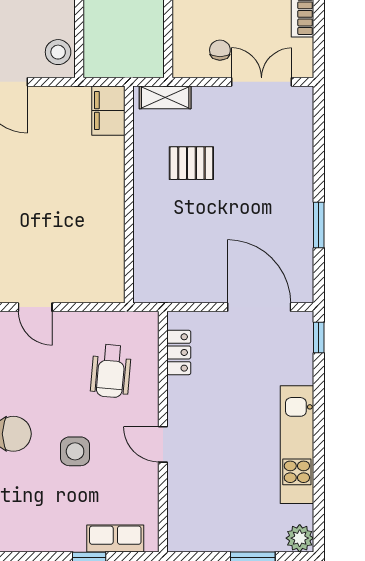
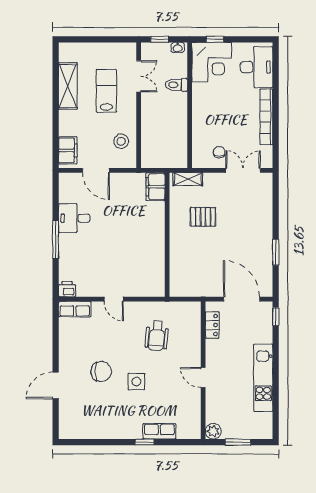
stool: (58, 52) -> (121, 141), moved
locker: (179, 352) -> (212, 325), moved
wall: (163, 432) -> (203, 370), moved
door: (163, 444) -> (203, 378), moved
plant: (300, 538) -> (213, 431), moved

